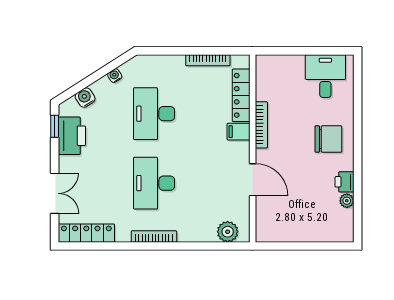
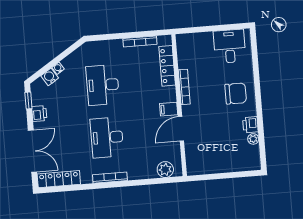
water cooler: (115, 76) -> (58, 68), moved
filing cabinet: (238, 132) -> (169, 109), moved
printer: (72, 136) -> (39, 114), width x0.53, depth x0.68
door: (253, 180) -> (181, 129), swing flipped
double door: (55, 193) -> (32, 151), width x1.37

